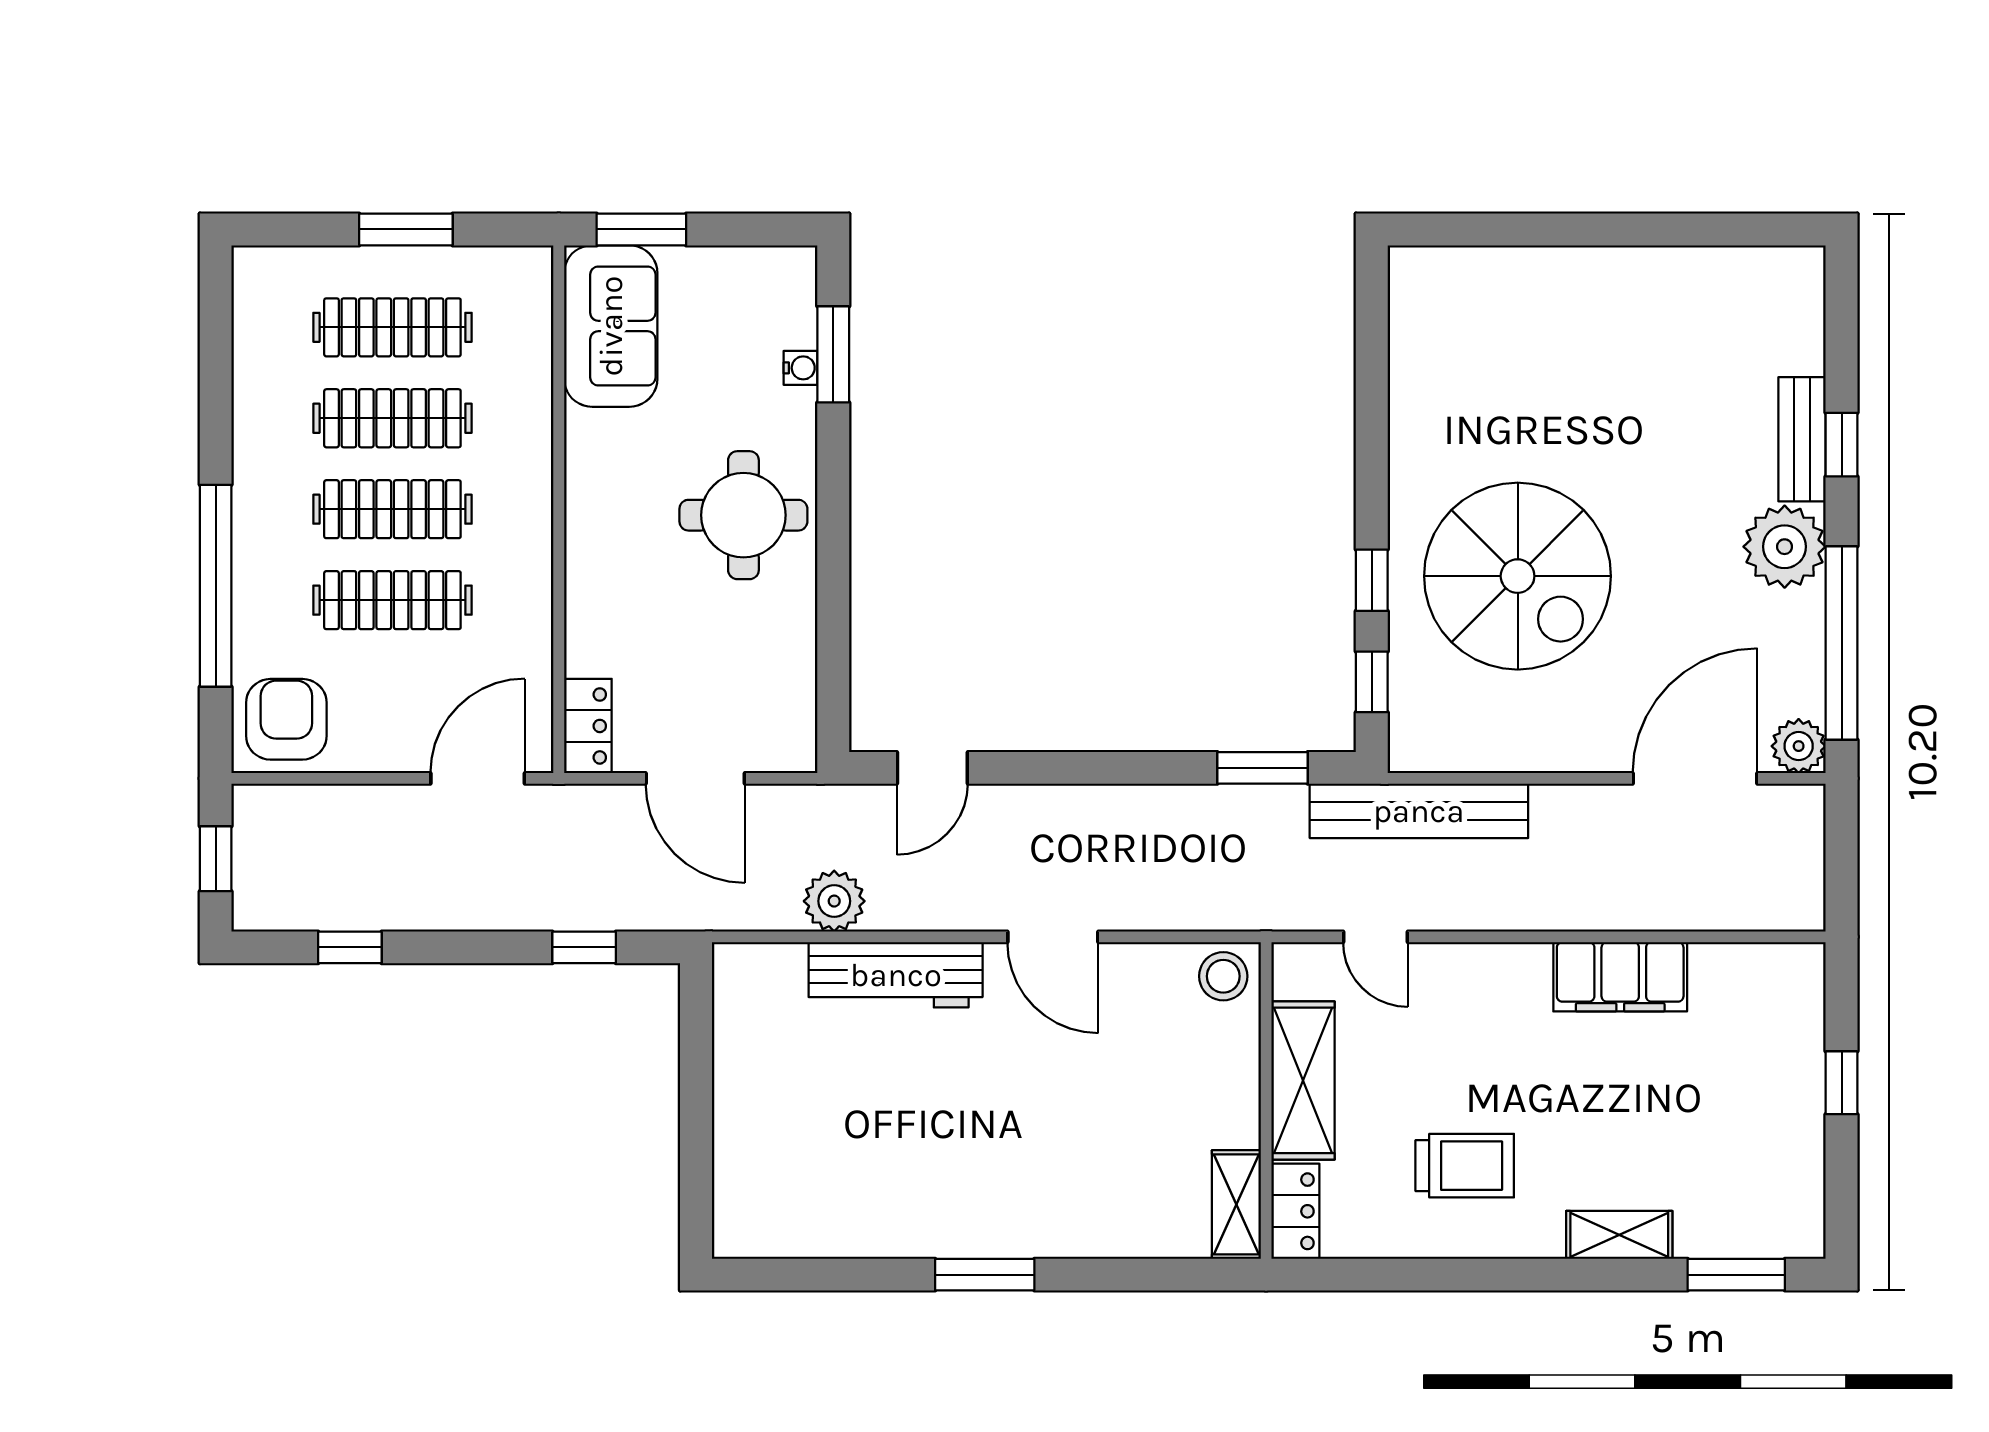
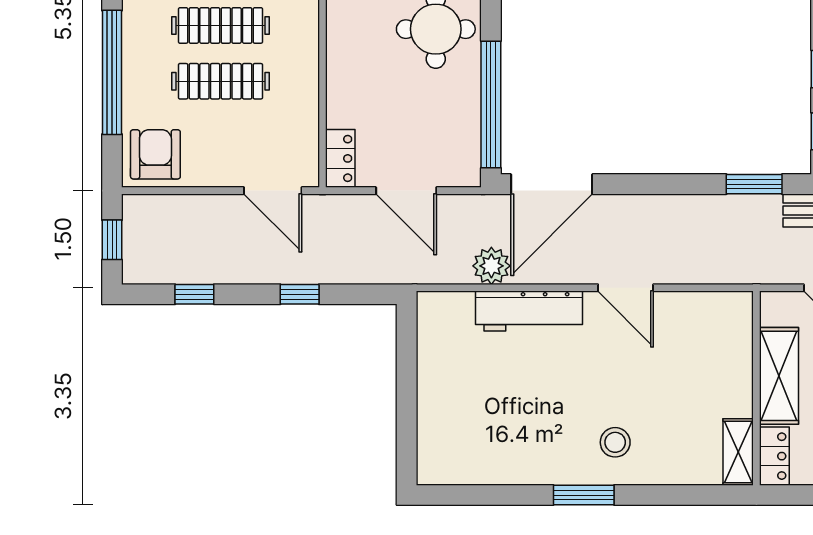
window: (833, 638) -> (491, 104), added
door: (932, 768) -> (552, 184), width x1.87
door: (478, 778) -> (273, 191), swing flipped
window: (584, 947) -> (300, 294), moved
stool: (1223, 976) -> (615, 442), moved

